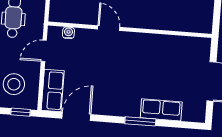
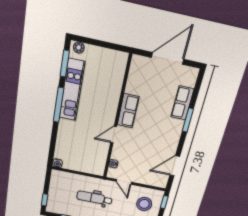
row of seats: (53, 91) -> (128, 111), moved, turned 90
door: (76, 116) -> (175, 166), hinge flipped

